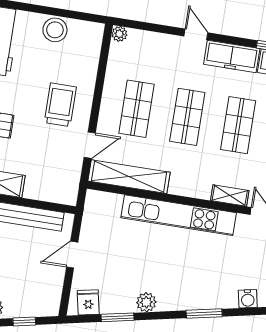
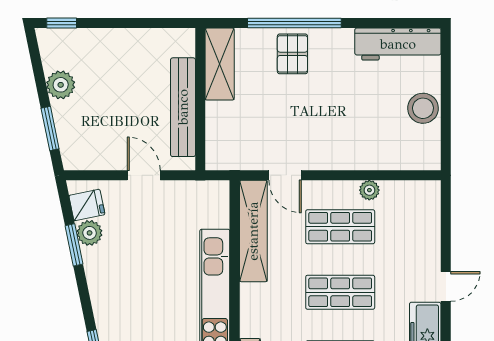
plant: (119, 34) -> (369, 190), moved
trolley: (60, 105) -> (330, 130), removed
plant: (146, 302) -> (90, 233), moved
window: (24, 321) -> (50, 128), width x1.50

